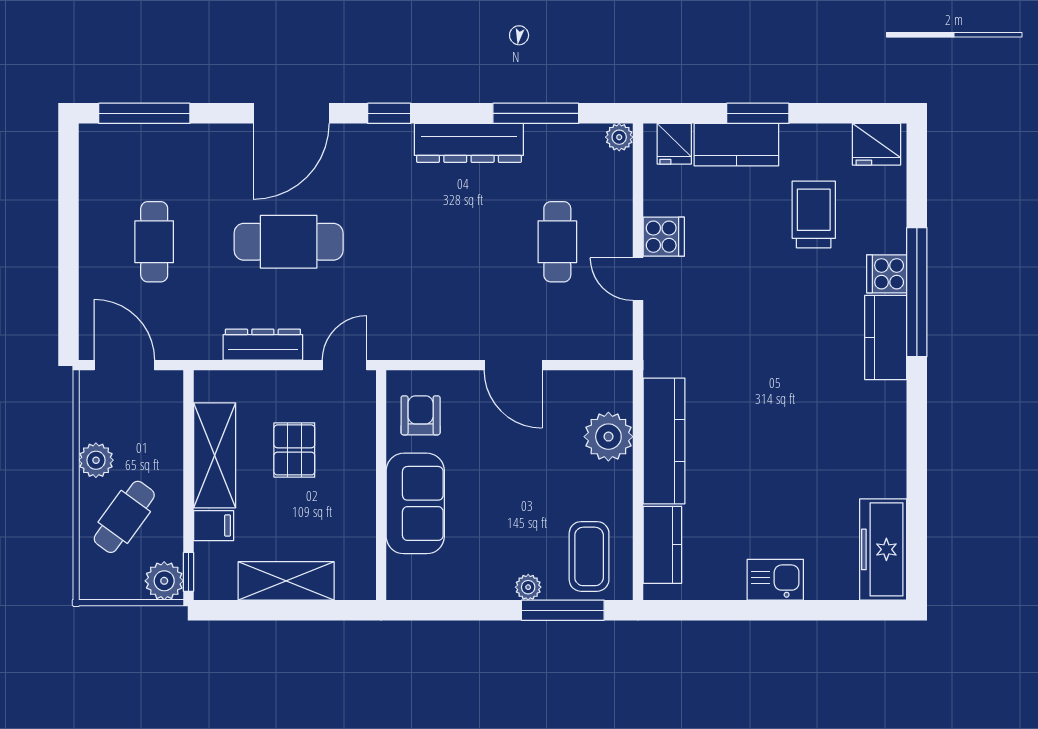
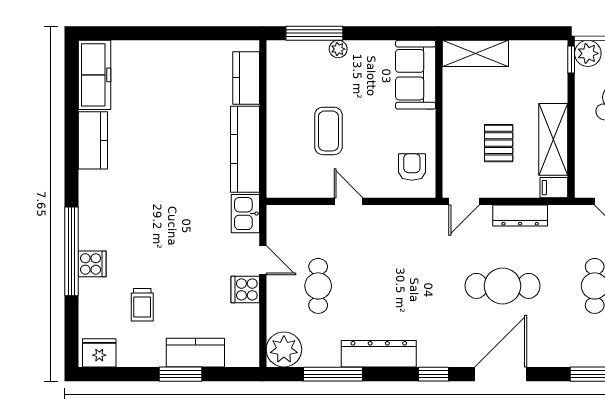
plant: (619, 137) -> (284, 349), width x1.87, depth x1.87
fridge: (674, 144) -> (238, 353), removed
trolley: (814, 214) -> (142, 305), width x0.73, depth x0.72
kitchen counter: (886, 338) -> (93, 140), moved
door: (513, 365) -> (348, 201), width x0.73
armchair: (421, 415) -> (412, 167), turned 180
plant: (608, 437) -> (283, 152), removed
sofa: (415, 503) -> (416, 75), moved
filing cabinet: (214, 526) -> (554, 188), moved
coffee table: (589, 556) -> (328, 131), moved
kitchen sink: (775, 580) -> (245, 214), moved, turned 90
shelving: (286, 581) -> (475, 53), moved

